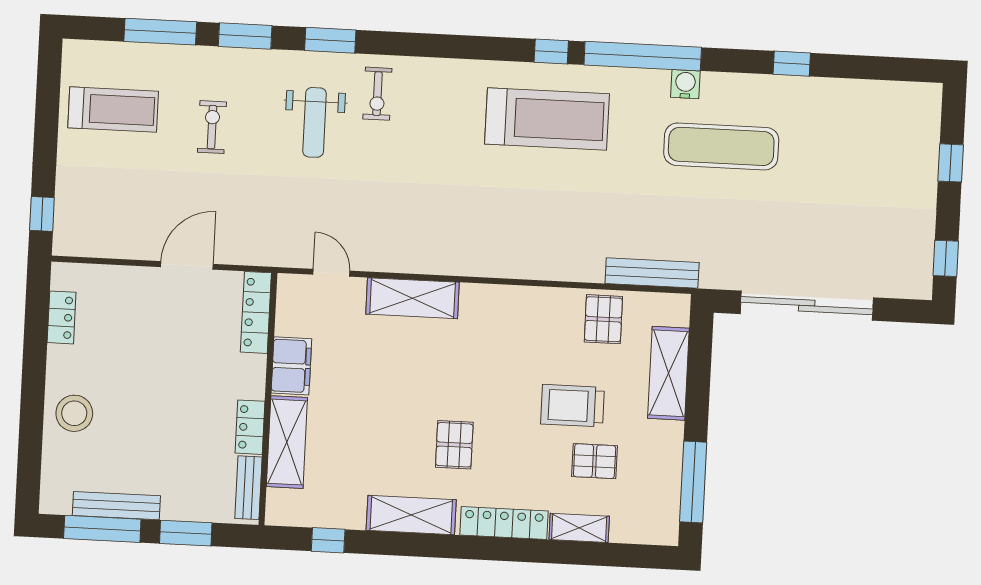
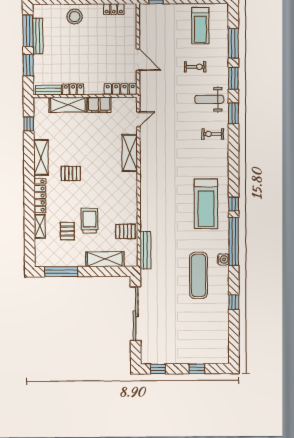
weight bench: (315, 122) -> (209, 99), moved

